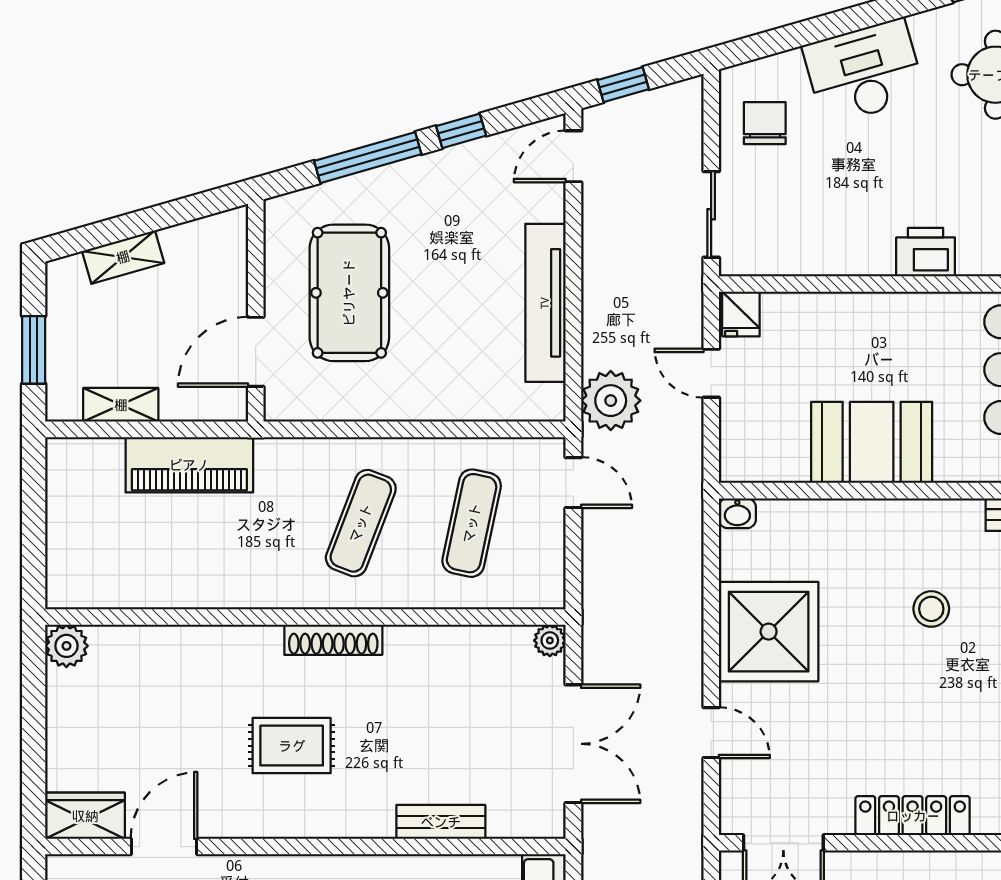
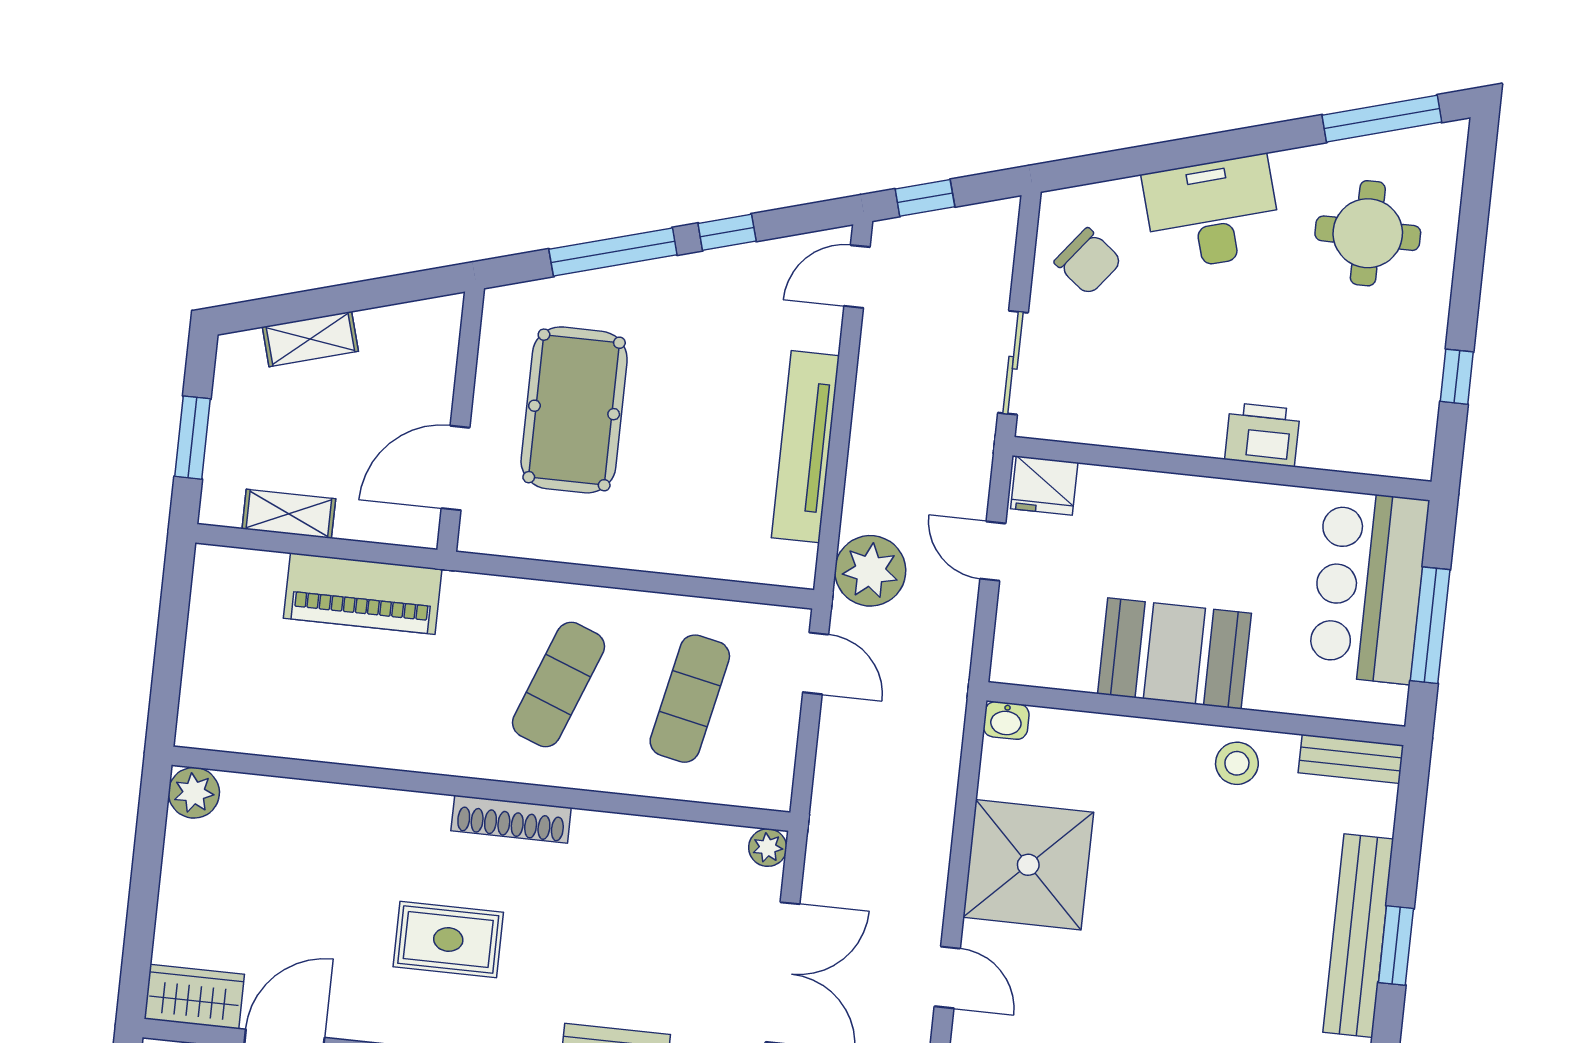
chair: (765, 123) -> (1088, 261), turned 128
fridge: (741, 314) -> (1044, 486), width x1.38
stool: (931, 609) -> (1237, 763), moved

